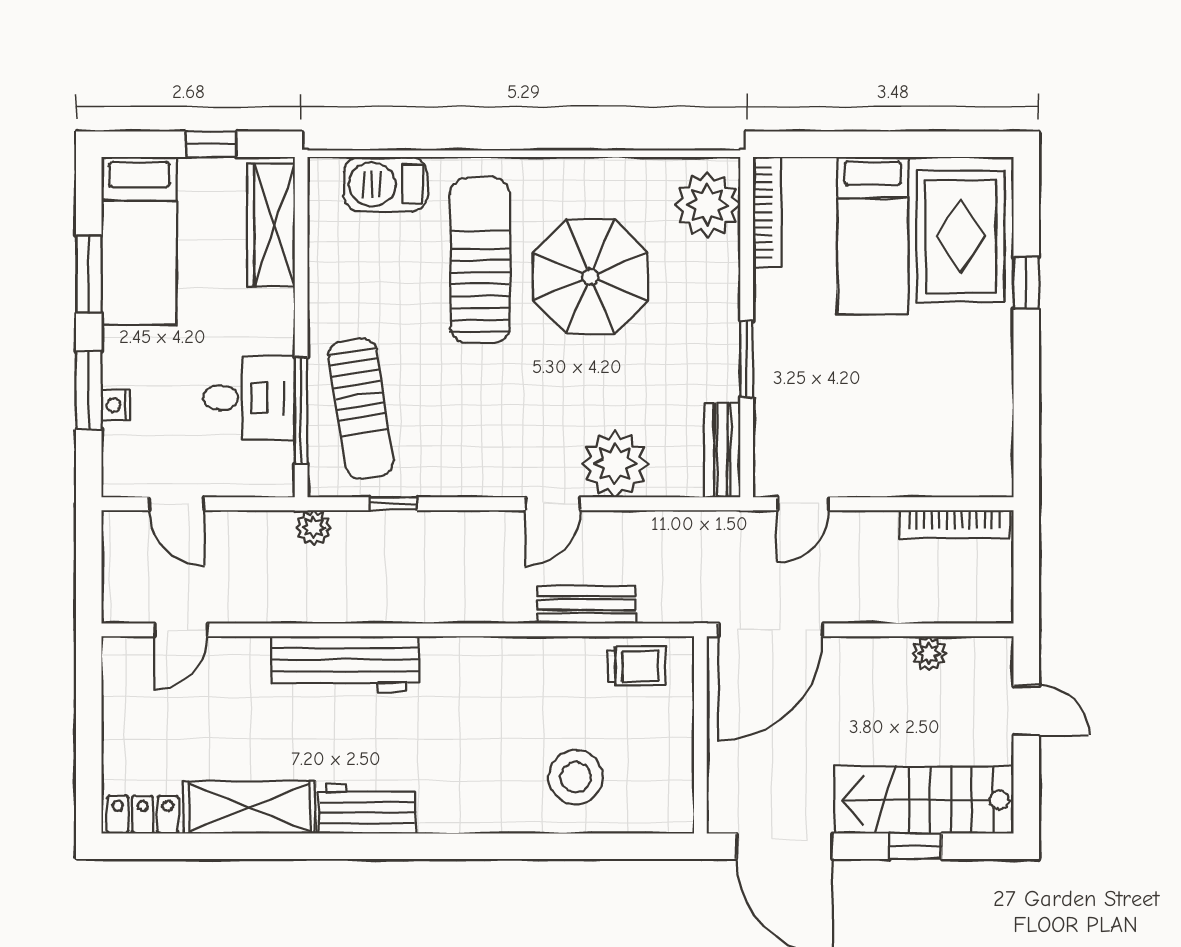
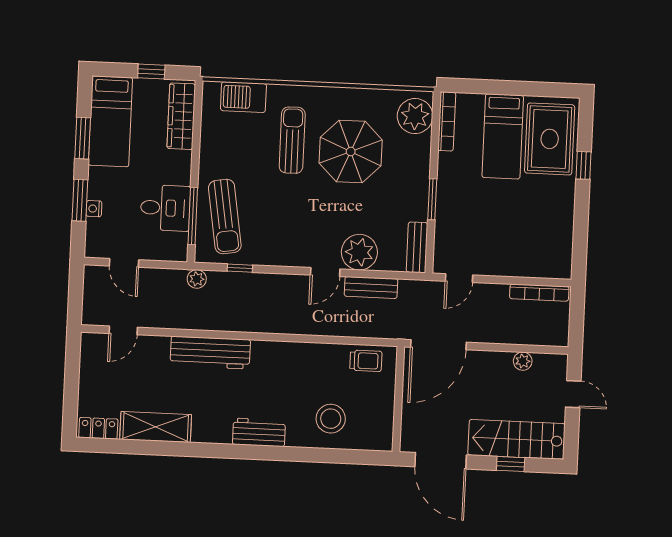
sun lounger: (480, 260) -> (292, 140), width x0.73, depth x0.75
bench: (587, 605) -> (371, 288), moved
workbench: (367, 809) -> (259, 432), moved

